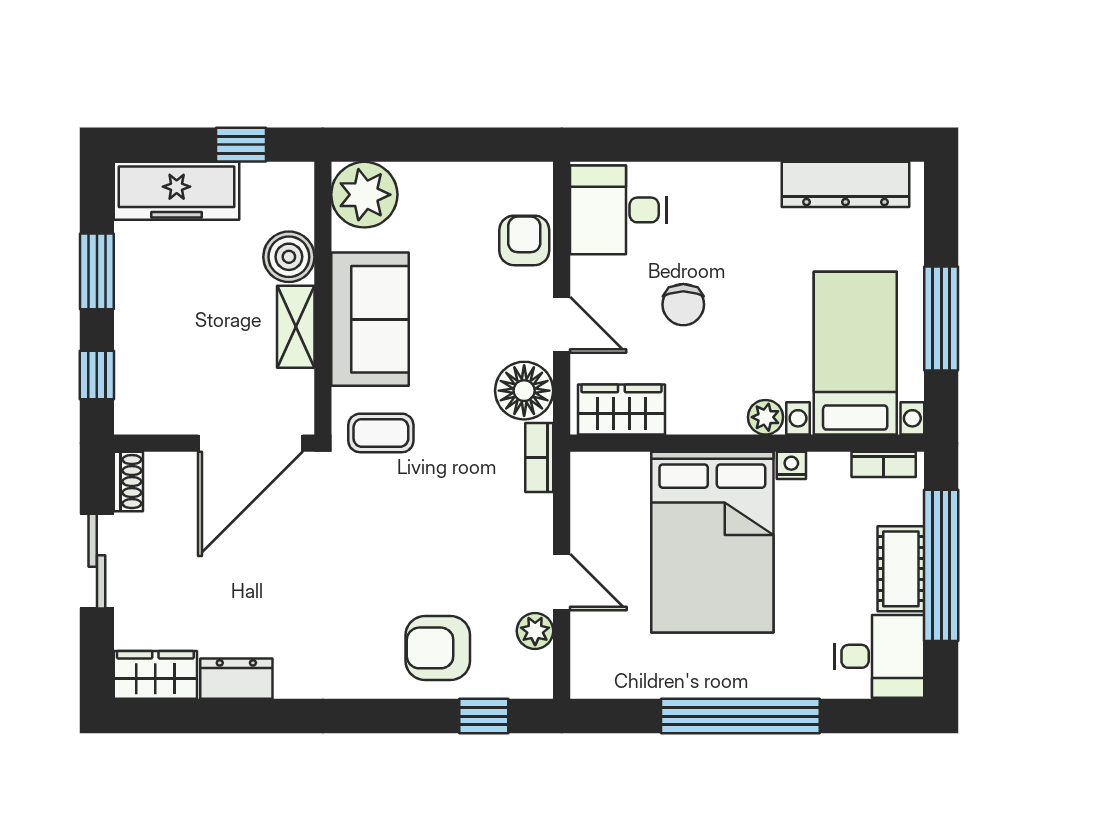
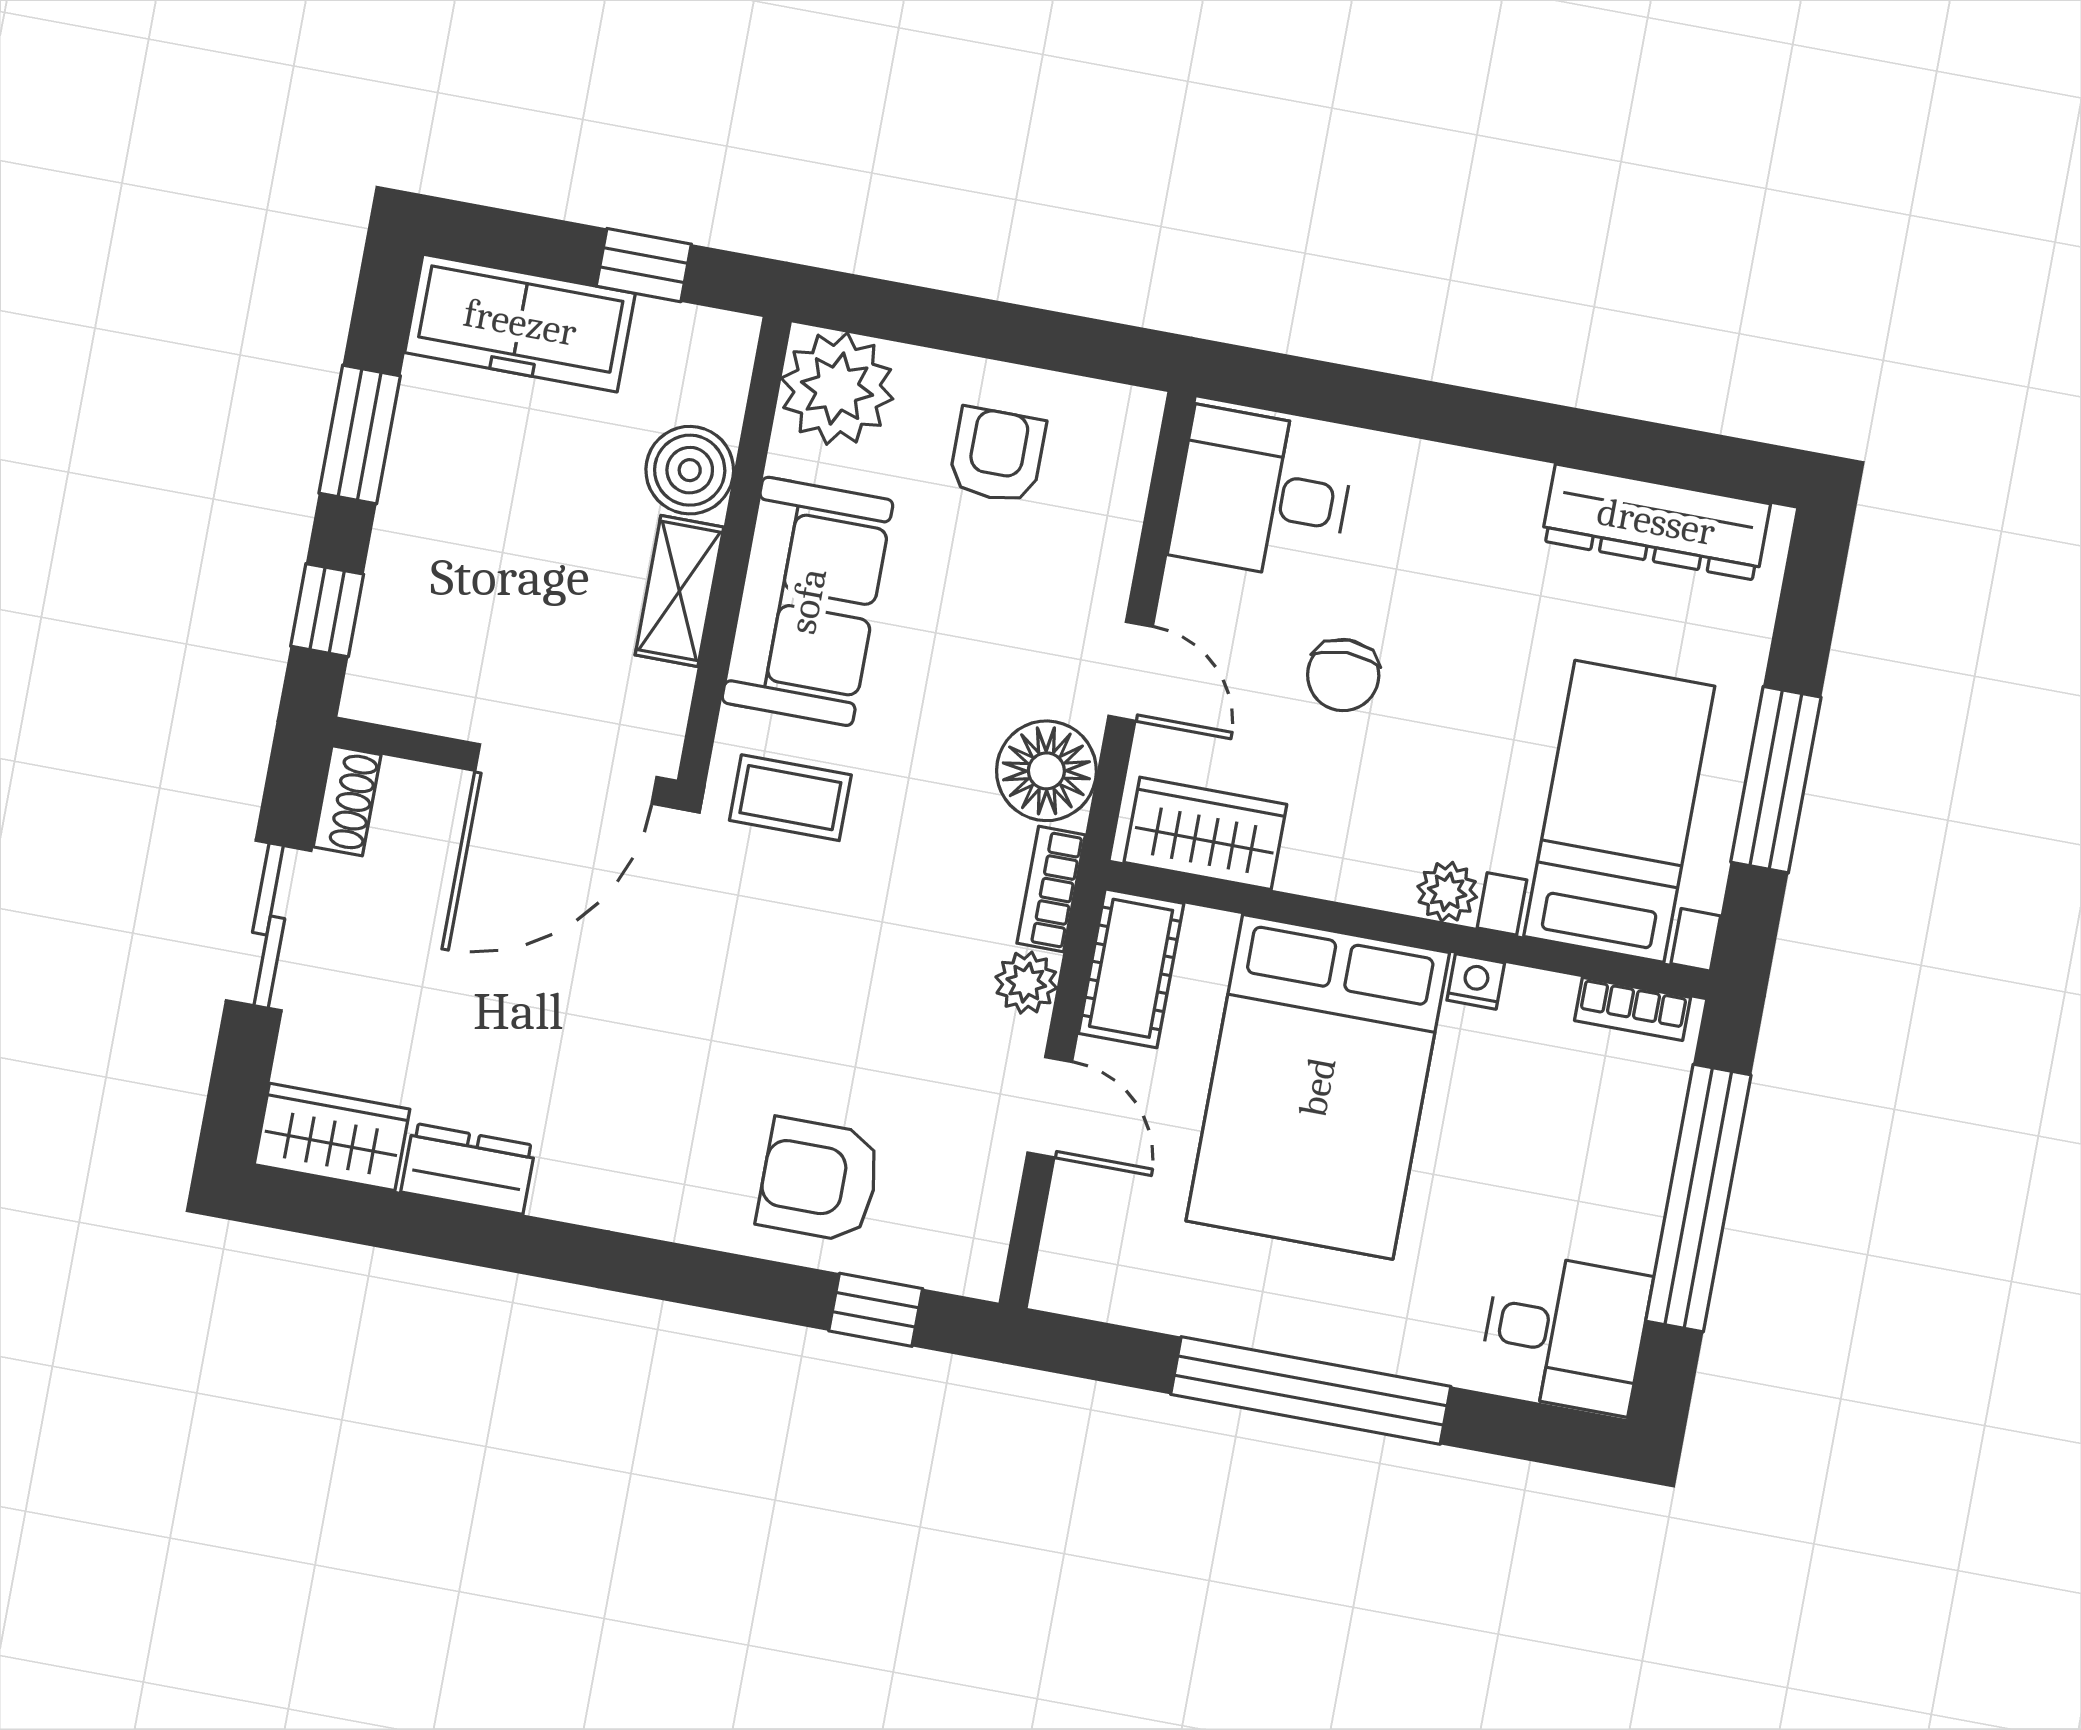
armchair: (524, 240) -> (997, 455), moved
cot: (901, 569) -> (1131, 968), moved
plant: (535, 631) -> (1026, 983), moved

